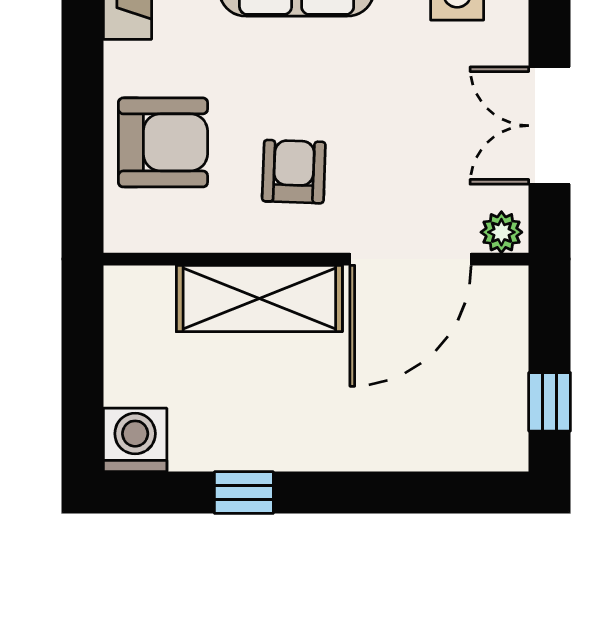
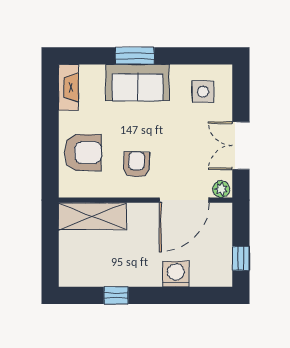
shelving: (259, 298) -> (92, 216), moved
washing machine: (135, 440) -> (176, 274), moved

